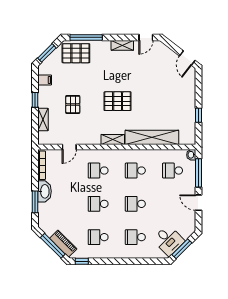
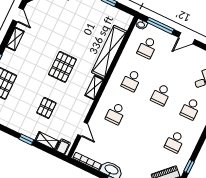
filing cabinet: (45, 80) -> (63, 147), moved
pallet: (73, 104) -> (46, 108), turned 90
school desk: (98, 204) -> (145, 128), removed

